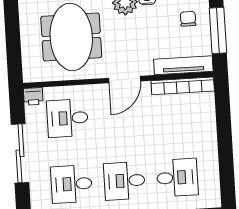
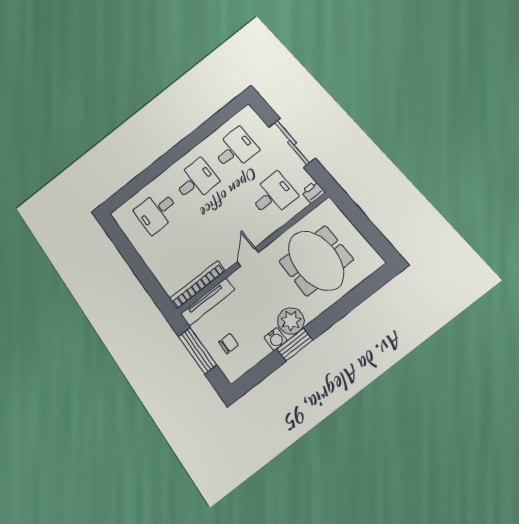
chair: (188, 19) -> (228, 343), turned -90
door: (125, 80) -> (248, 257), width x0.73

